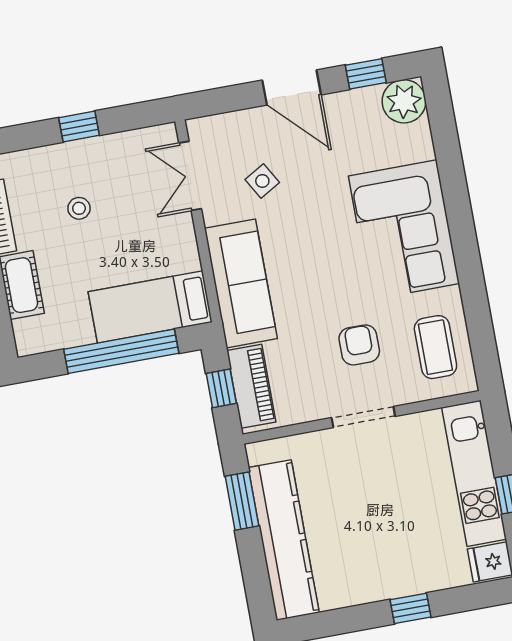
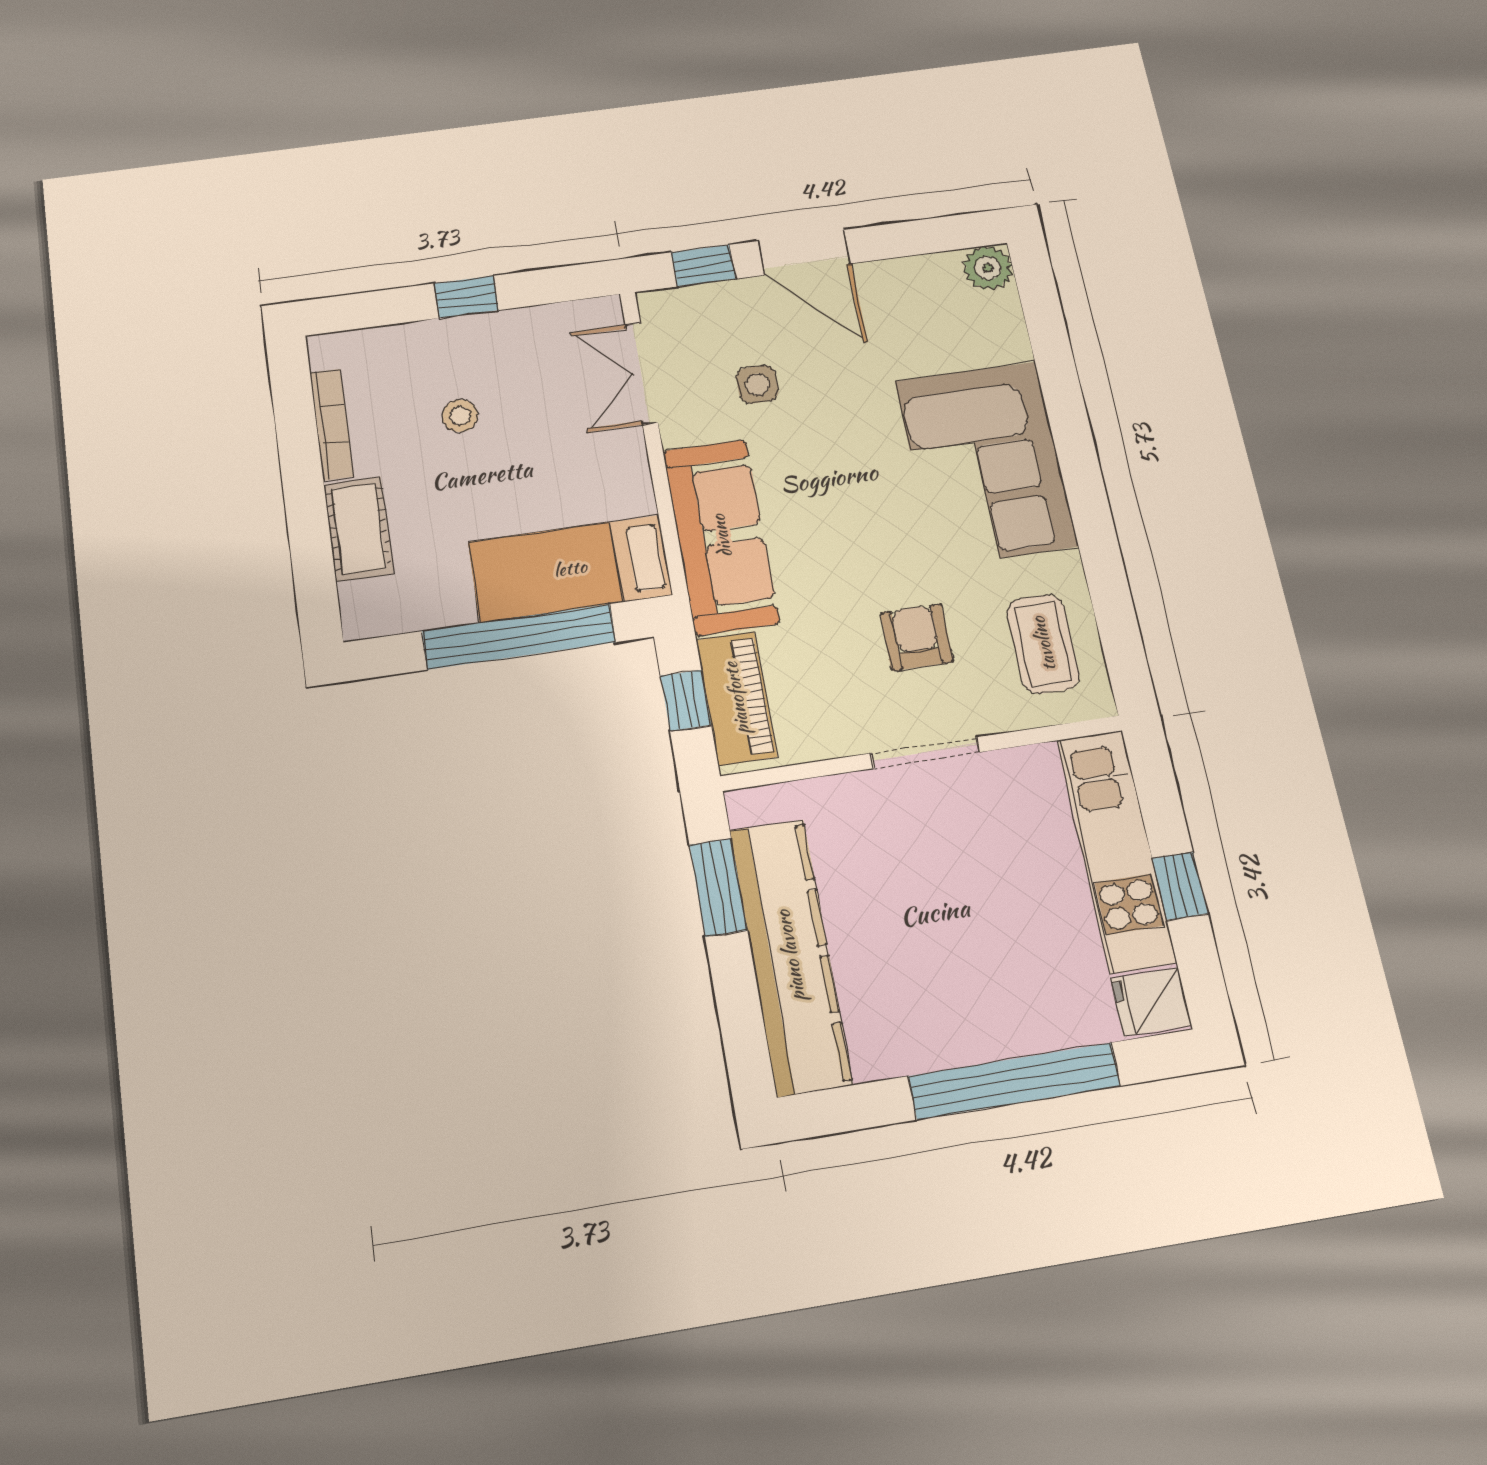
window: (366, 74) -> (703, 266), moved
plant: (404, 101) -> (988, 268), width x0.73, depth x0.73
side table: (262, 181) -> (757, 384), turned 30
window: (410, 608) -> (1014, 1081), width x3.17

